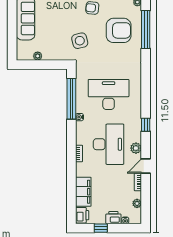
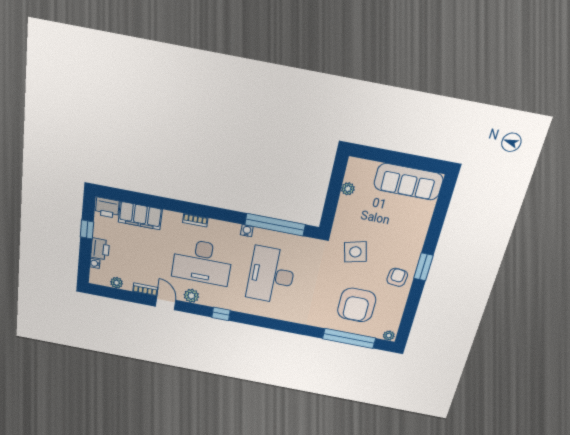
desk: (109, 94) -> (271, 275), turned 180

